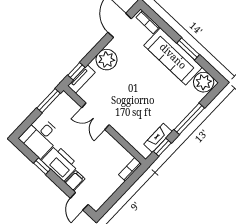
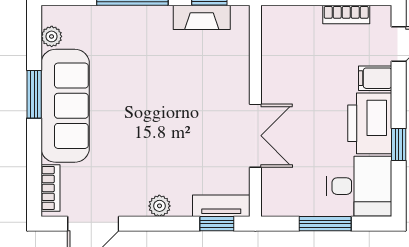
plant: (107, 60) -> (159, 206), width x0.53, depth x0.53
plant: (204, 82) -> (52, 36), width x0.53, depth x0.53
window: (49, 101) -> (325, 224), moved
bookcase: (130, 169) -> (346, 15), moved

